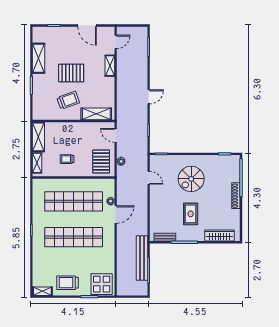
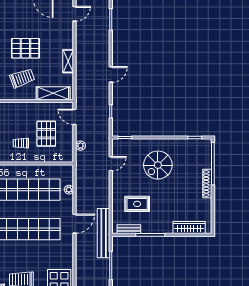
shelving: (110, 66) -> (68, 61), moved
pallet: (101, 162) -> (46, 134), moved
door: (149, 178) -> (111, 164), hinge flipped
rug: (191, 214) -> (137, 204), moved, turned 90
door: (116, 215) -> (75, 224), moved
bench: (142, 258) -> (104, 233), moved

